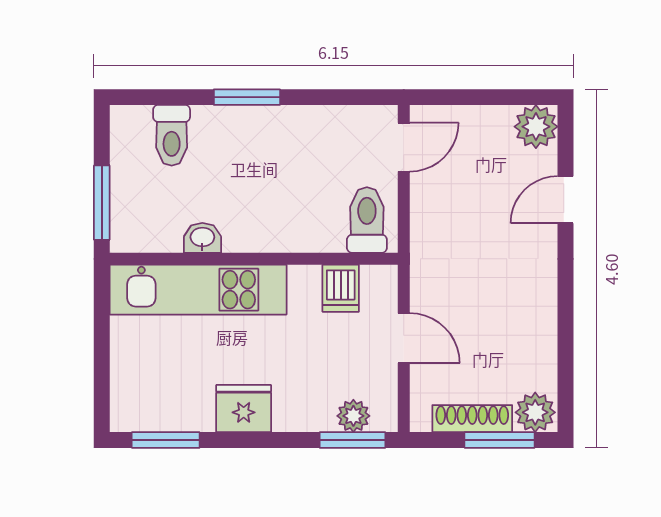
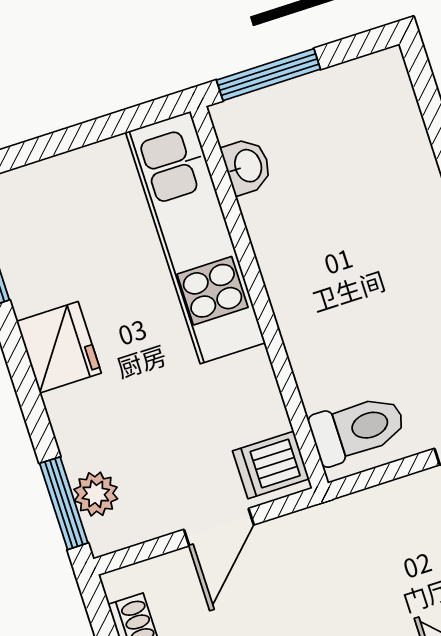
toilet: (172, 135) -> (386, 138), removed
washbasin: (202, 238) -> (247, 166), moved
dishwasher: (341, 288) -> (271, 465), moved

